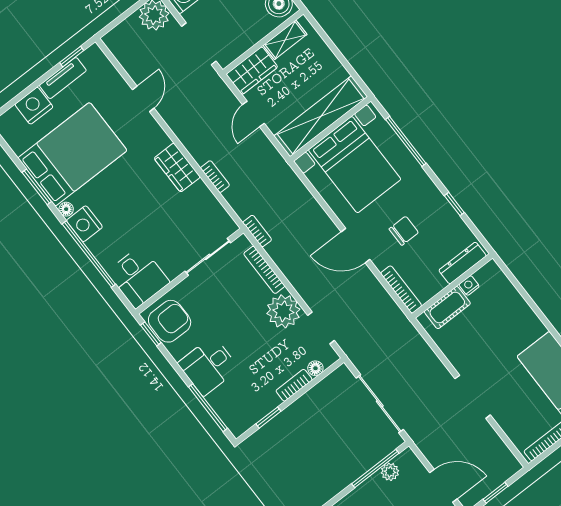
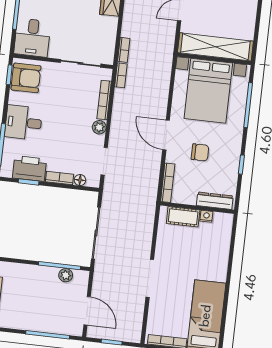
bookcase: (215, 177) -> (124, 50), moved
plant: (283, 311) -> (99, 127), width x0.53, depth x0.53
printer: (257, 404) -> (29, 168), added

